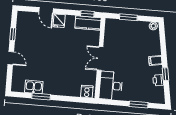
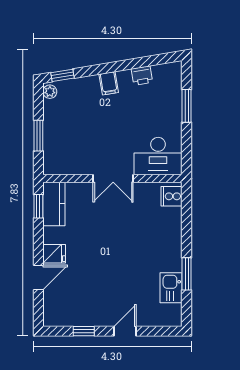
window: (165, 74) -> (63, 75), moved

